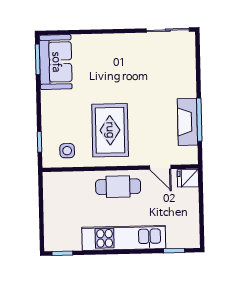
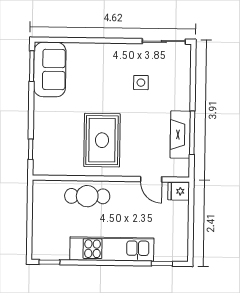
side table: (67, 151) -> (141, 83), moved
cafe table: (118, 187) -> (87, 196), moved

